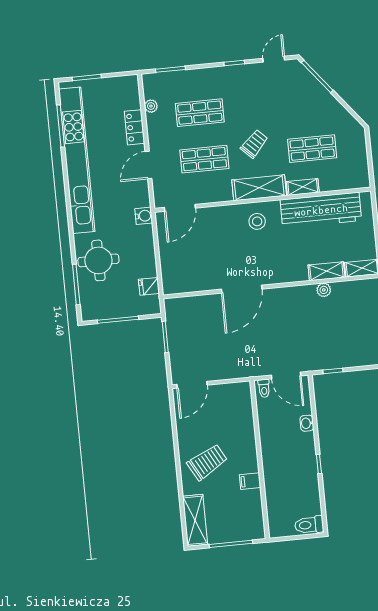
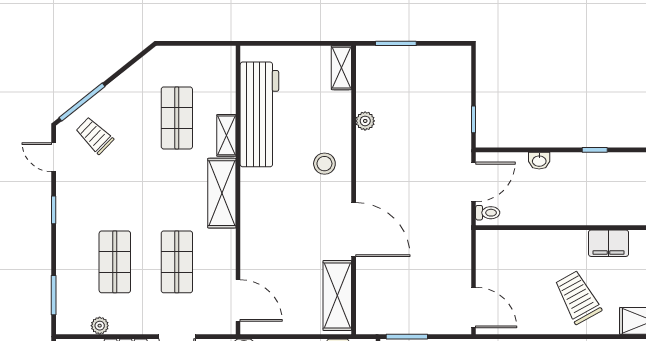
trolley: (254, 144) -> (94, 135), moved
stool: (257, 221) -> (324, 164), moved
shelving: (326, 271) -> (337, 295), moved, width x1.50, depth x1.33
filing cabinet: (250, 481) -> (608, 243), width x2.00

